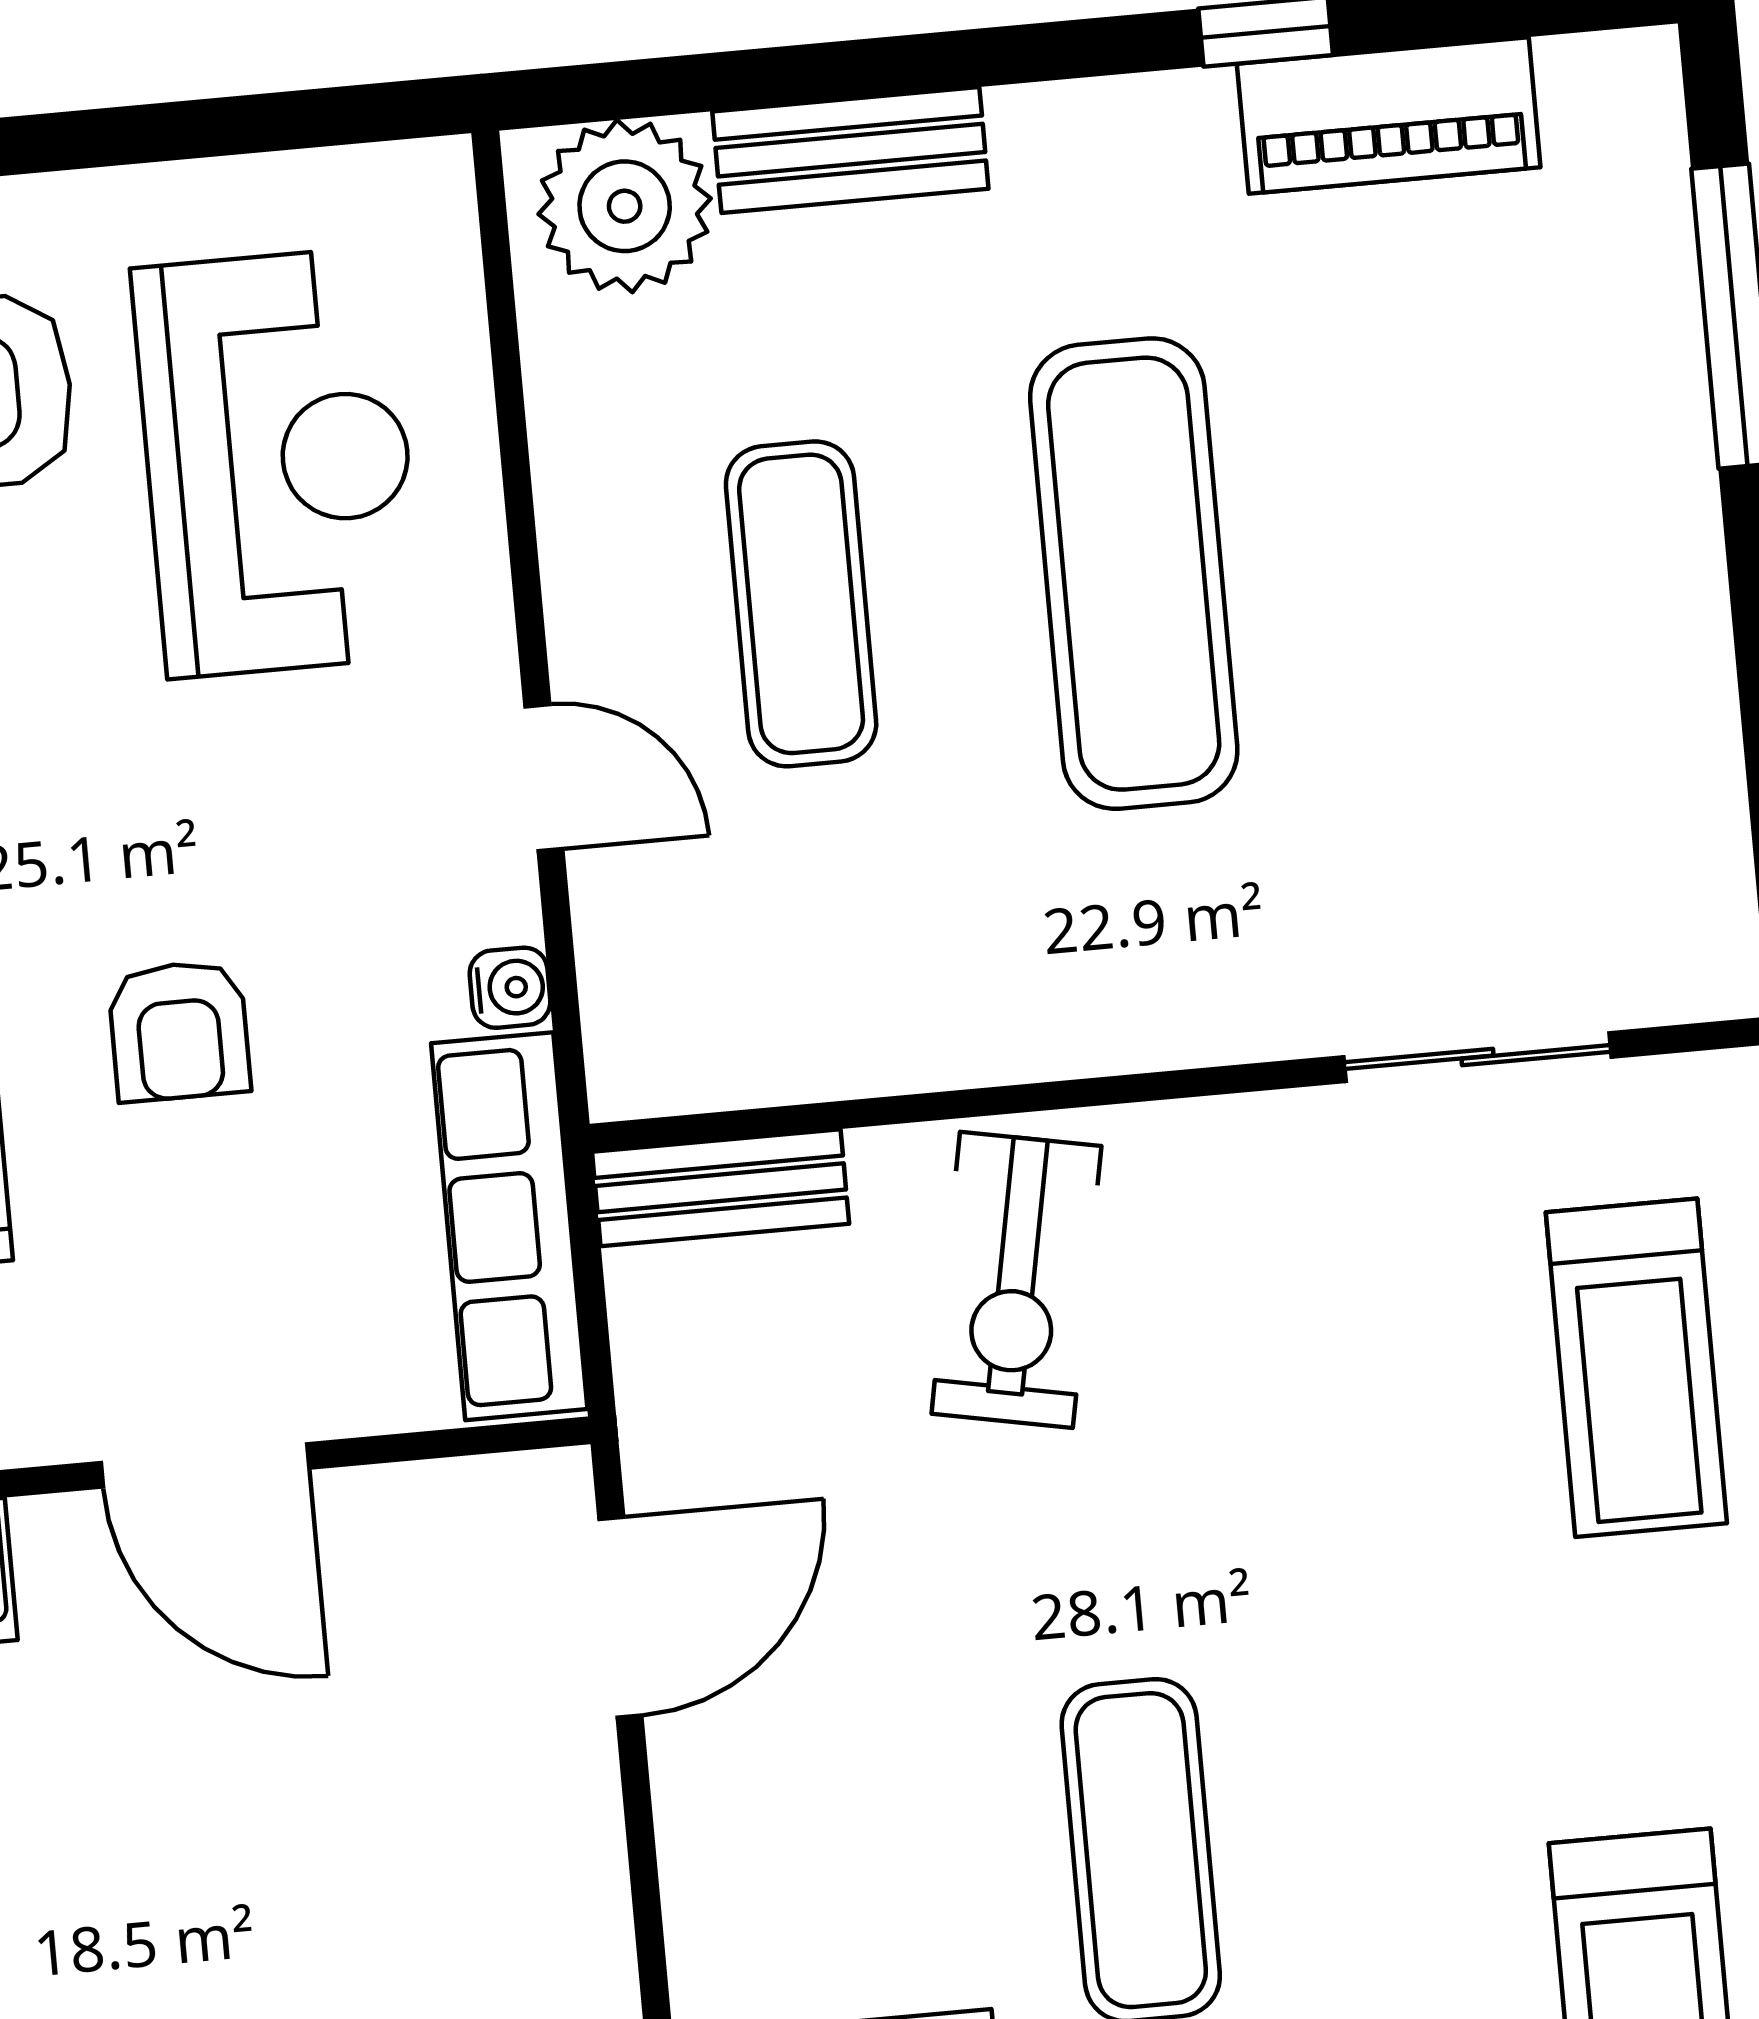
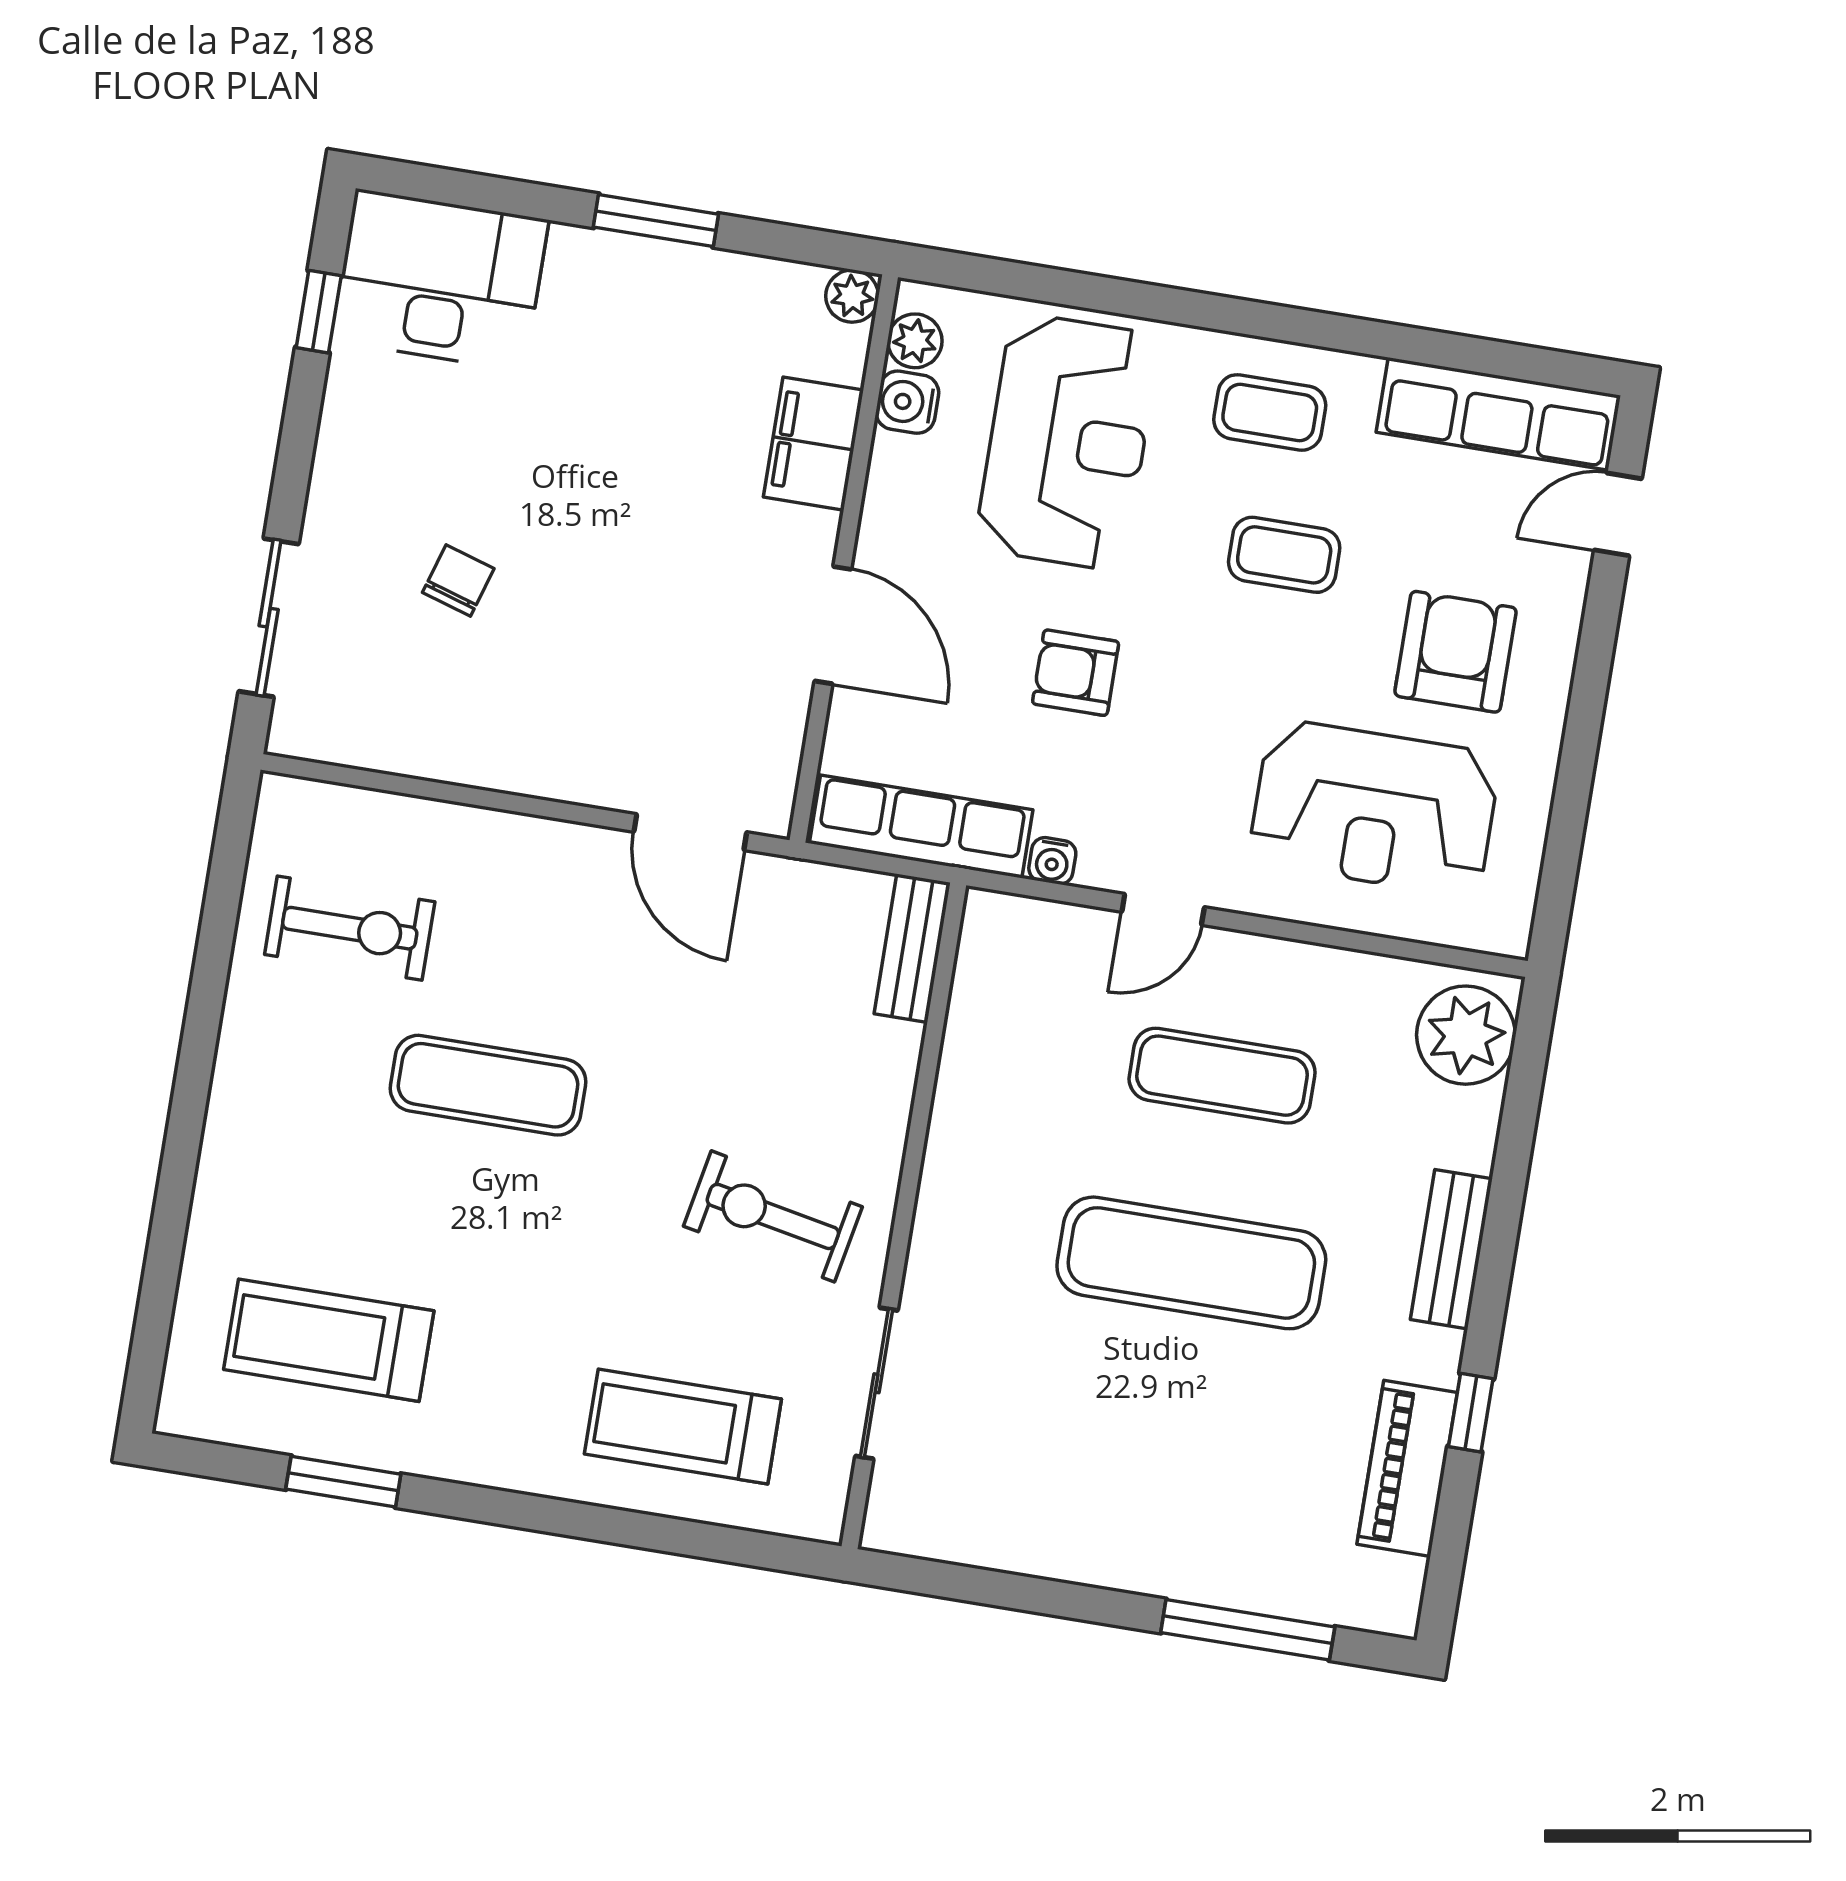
bench: (850, 150) -> (1451, 1249), moved
exercise bike: (1016, 1280) -> (773, 1216), moved
door: (205, 1465) -> (833, 625), swing flipped

